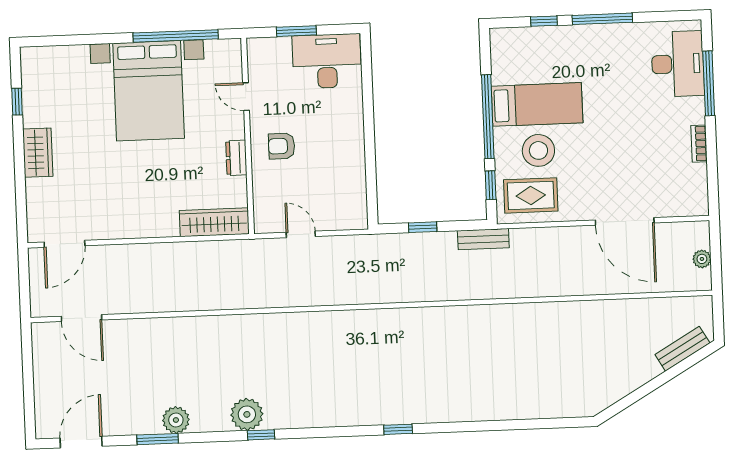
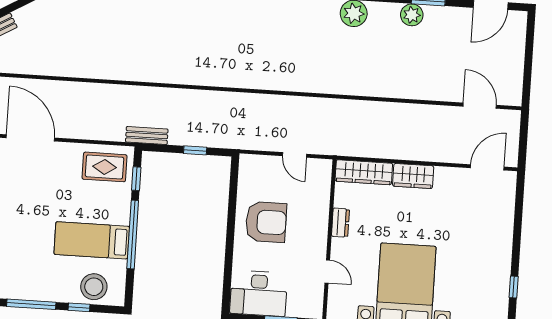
armchair: (282, 146) -> (266, 222), moved, width x1.88, depth x1.88
stool: (538, 150) -> (94, 287), moved
wardrobe: (38, 153) -> (413, 176), moved, turned -90

